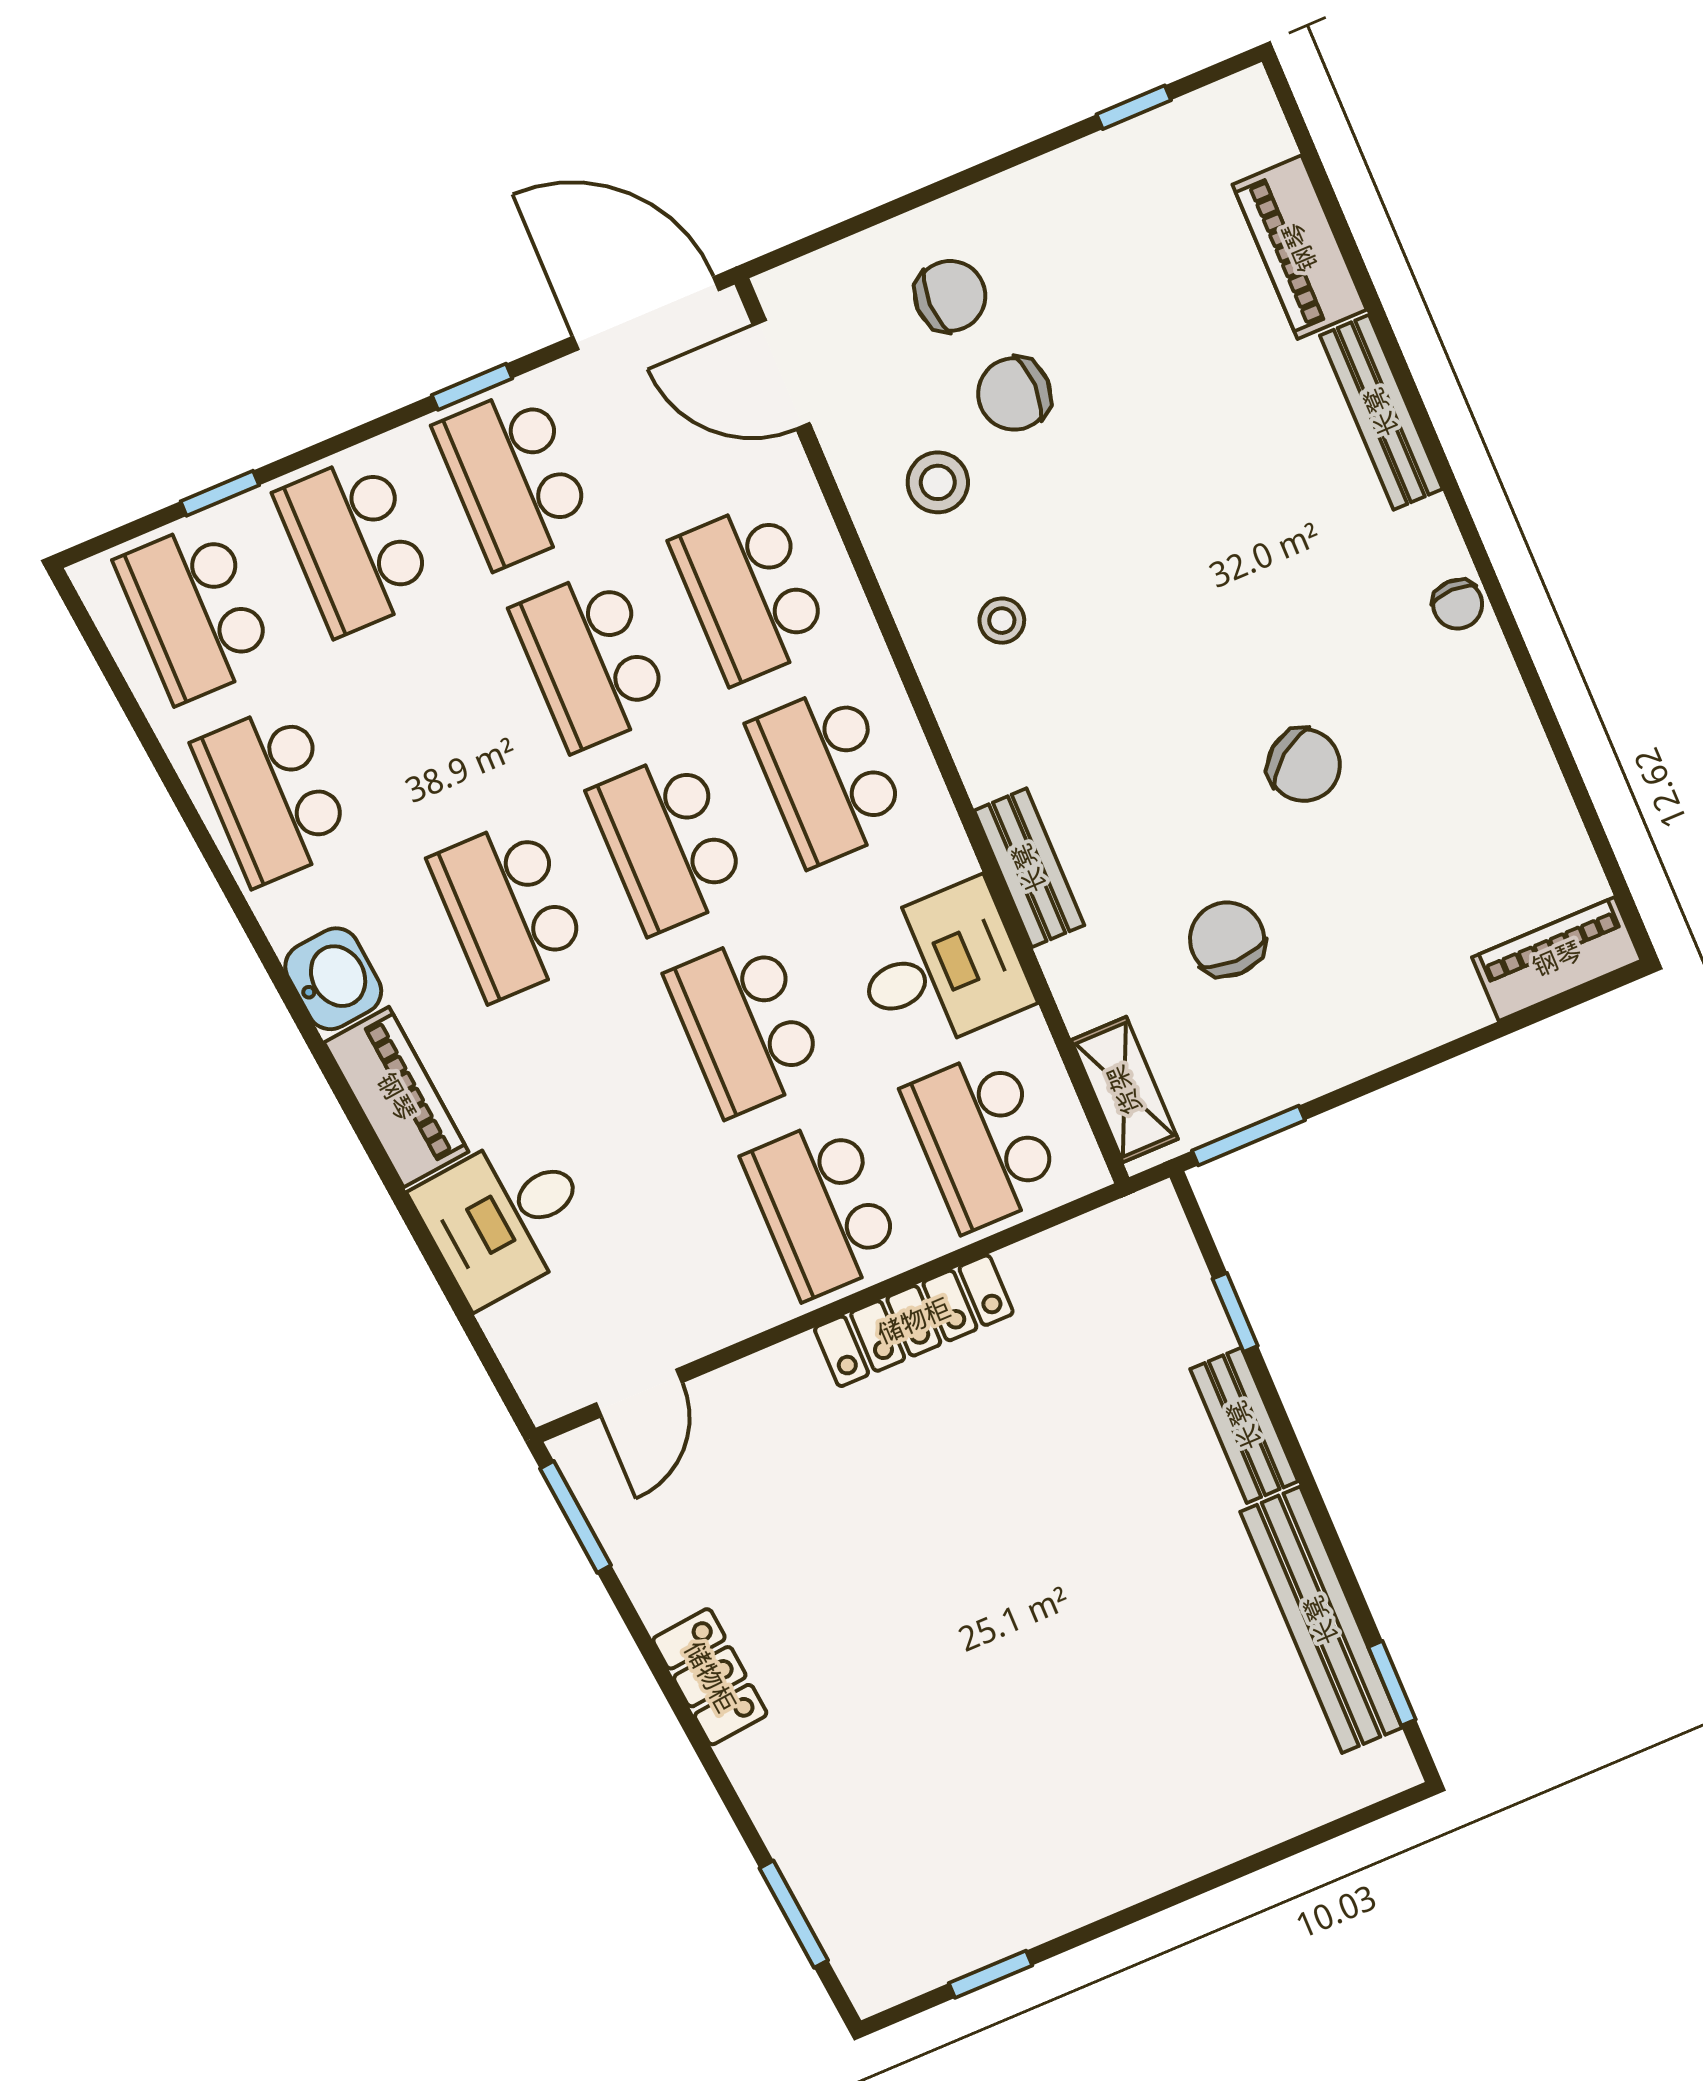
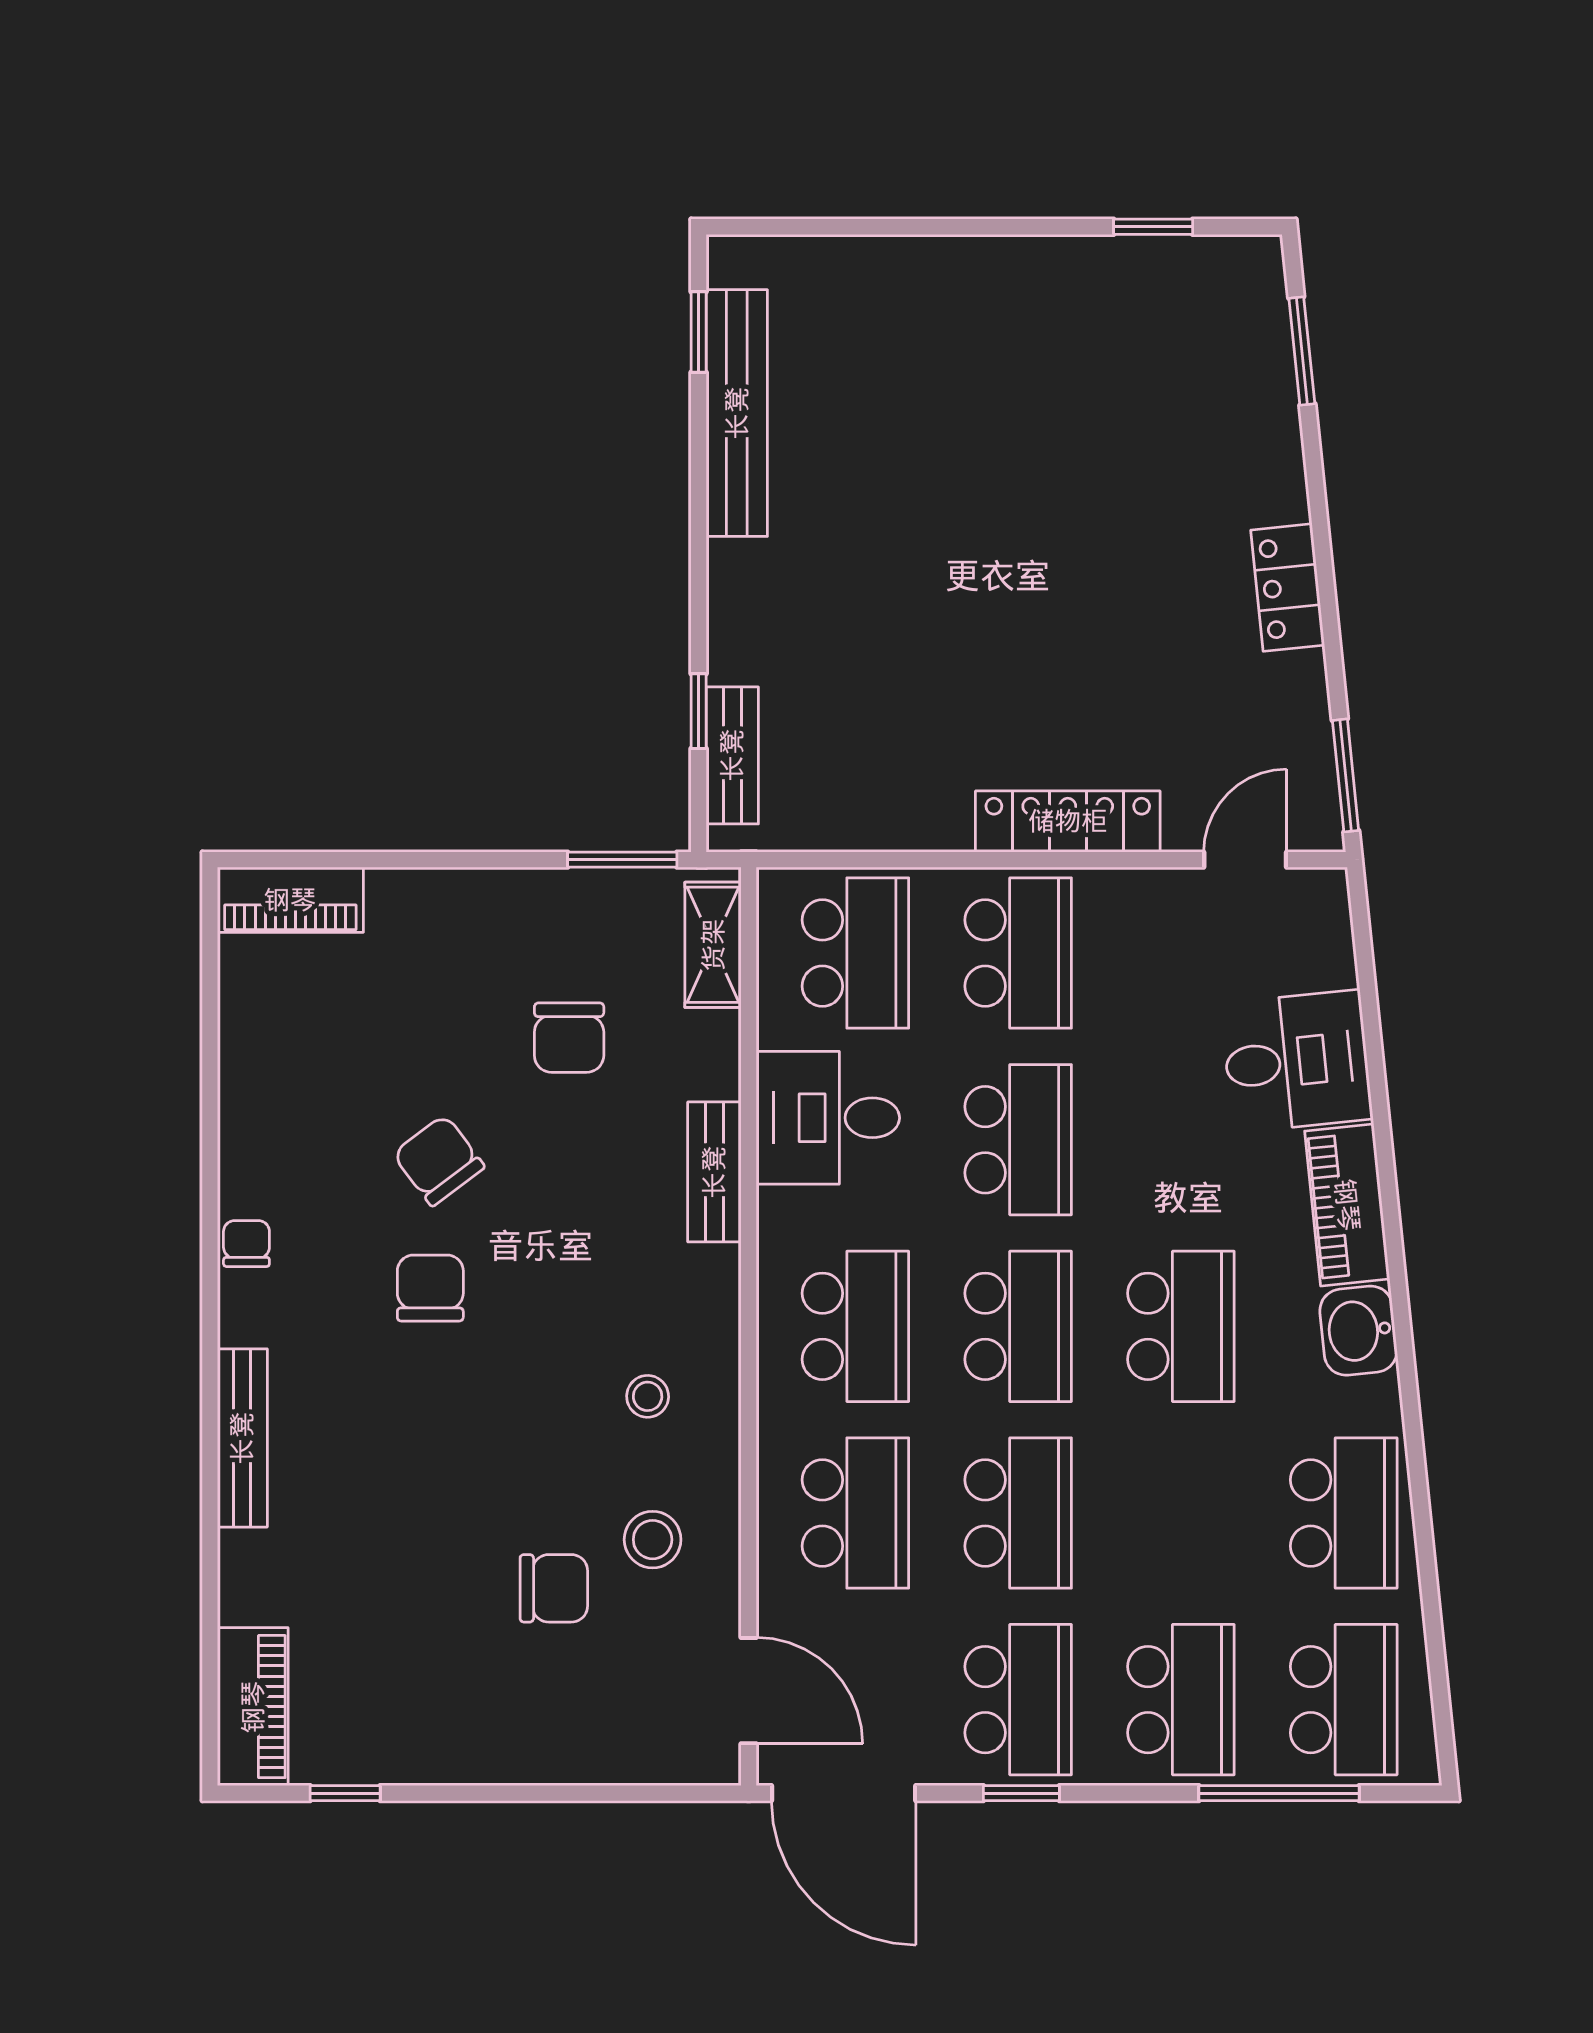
piano: (1300, 247) -> (253, 1707), moved
chair: (950, 296) -> (430, 1288), moved, turned 90
window: (220, 493) -> (1279, 1793), width x2.17
locker: (914, 1321) -> (1068, 821), moved
bench: (1244, 1425) -> (732, 755), moved

